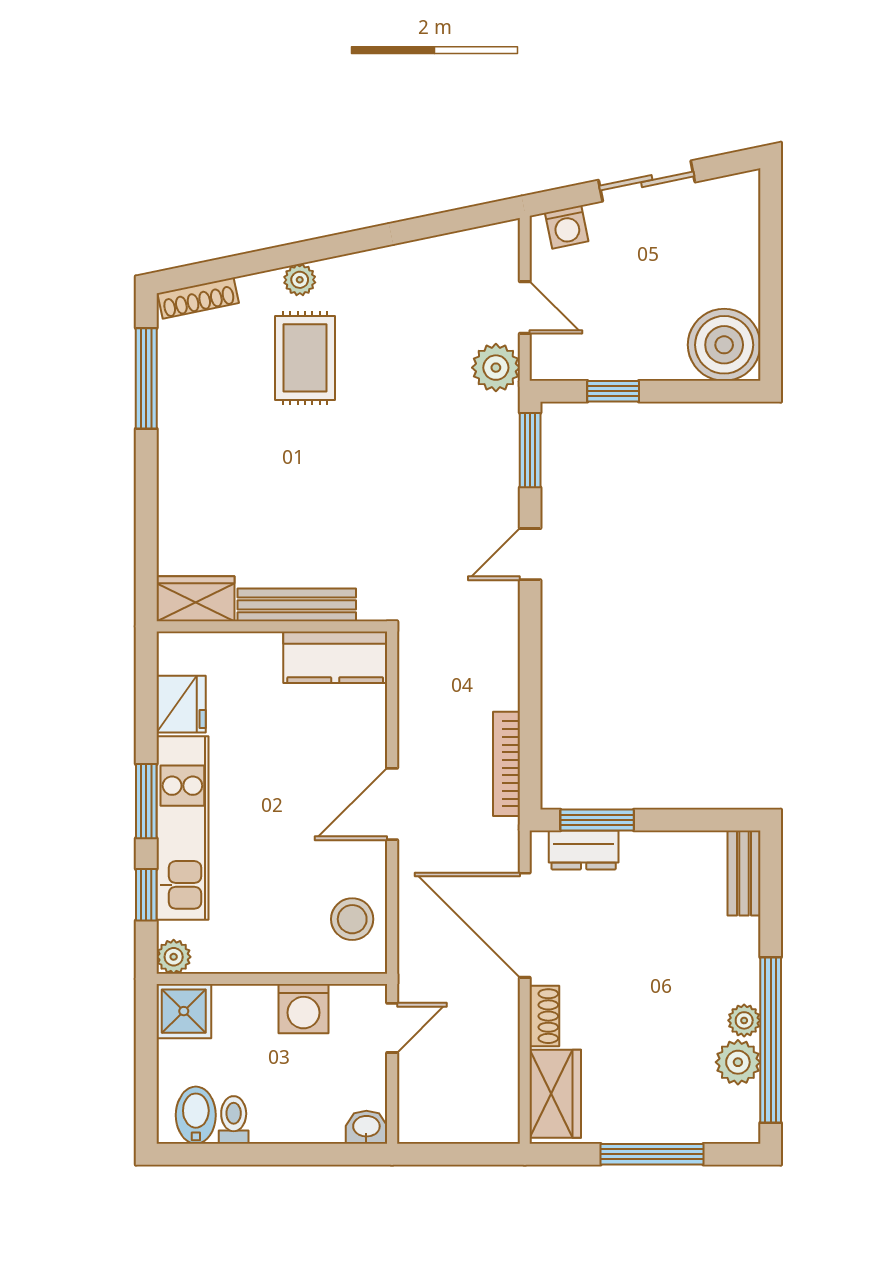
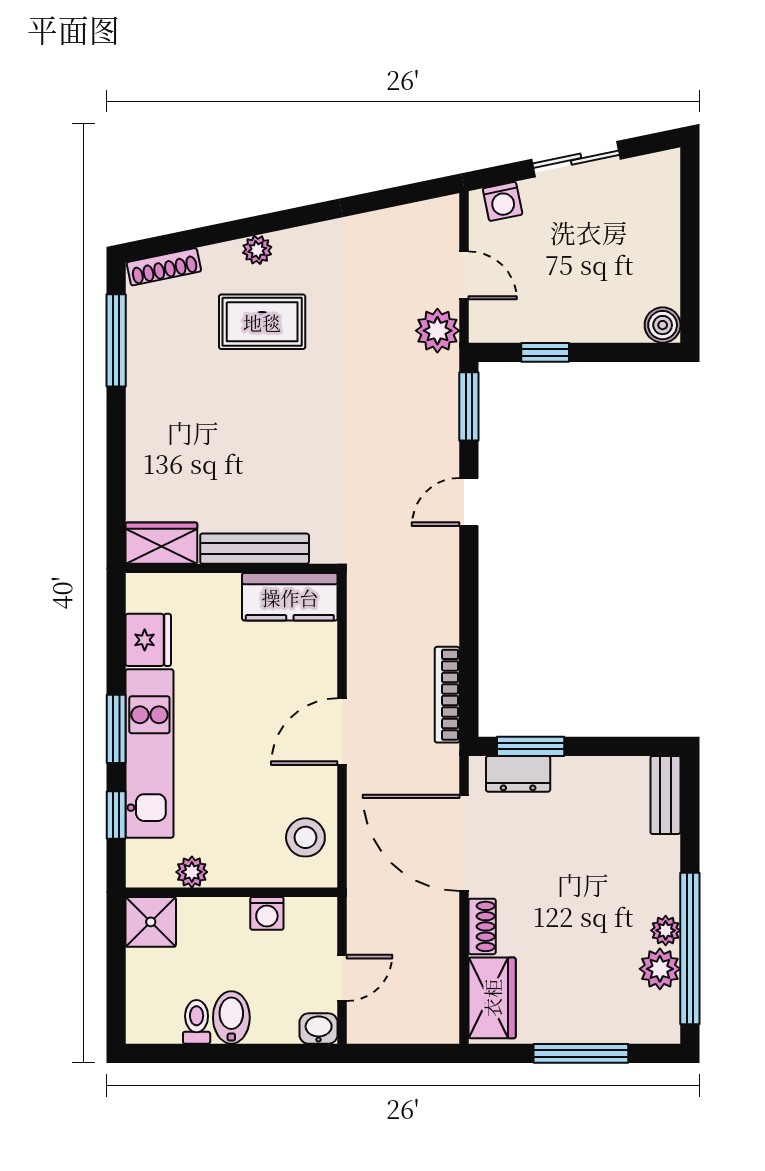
boiler: (724, 345) -> (663, 325), width x0.54, depth x0.54
rug: (305, 358) -> (262, 322), turned 90
plant: (174, 957) -> (192, 872), moved
washing machine: (303, 1009) -> (267, 913), width x0.73, depth x0.73
door: (392, 1028) -> (342, 978), moved
bidet: (196, 1115) -> (231, 1017), moved

